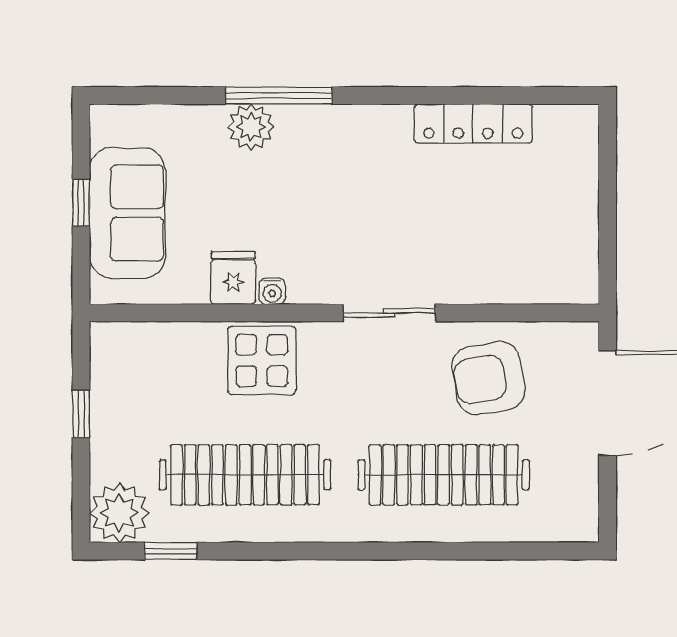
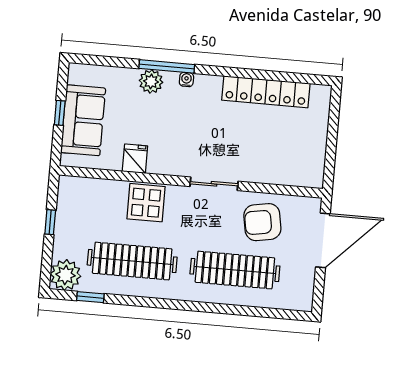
locker: (473, 123) -> (266, 92), width x1.41, depth x1.21
water cooler: (272, 291) -> (186, 79), moved, turned 180

